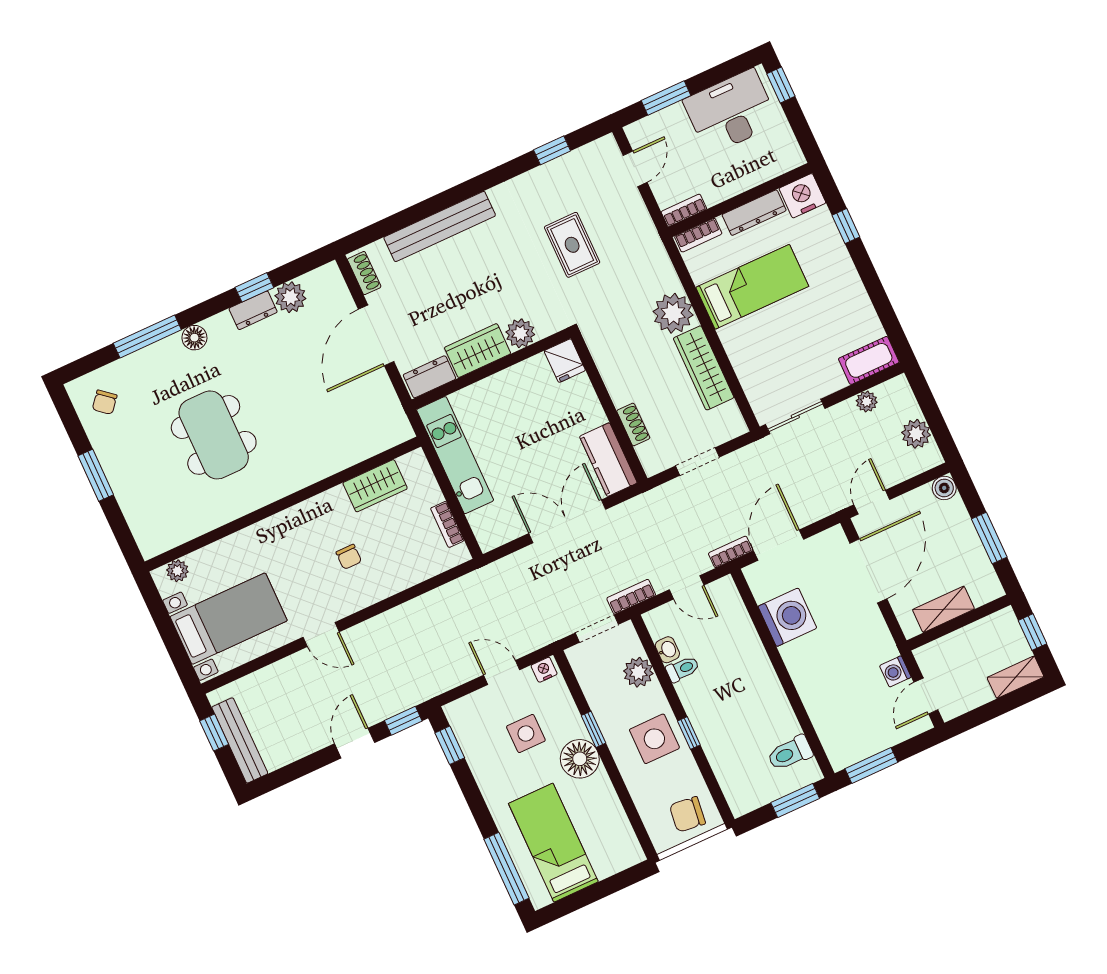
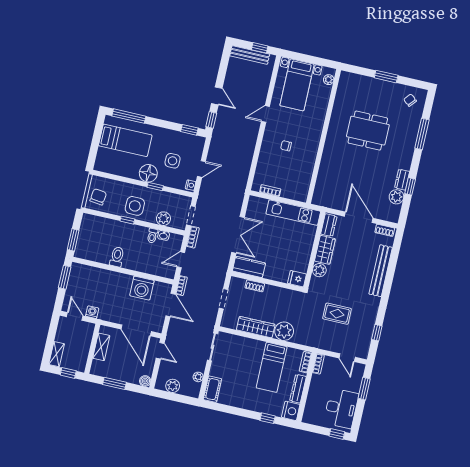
floor lamp: (194, 338) -> (409, 151), removed
wardrobe: (375, 486) -> (304, 175), removed
toilet: (790, 753) -> (117, 257), moved

